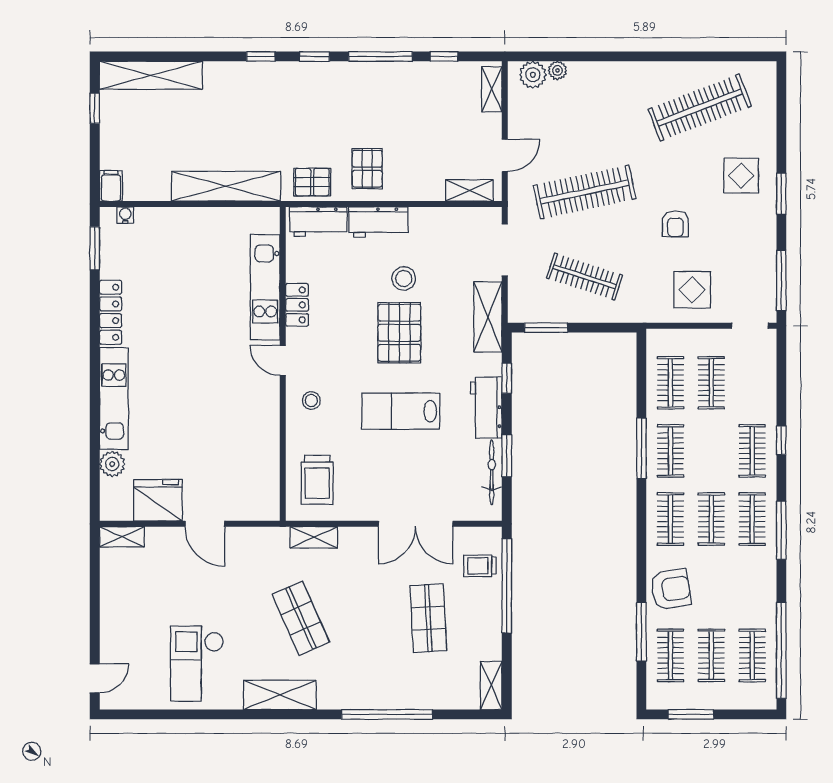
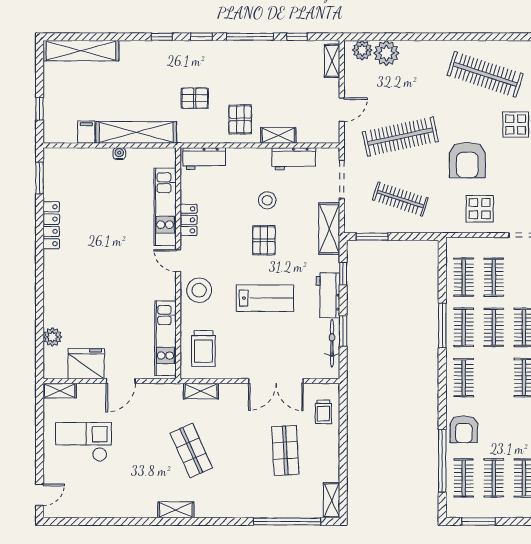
plant: (557, 70) -> (386, 53), width x1.88, depth x1.88
window: (95, 108) -> (40, 109), moved
clothes rail: (700, 108) -> (485, 74), turned 39
pallet: (312, 182) -> (195, 98), moved
filing cabinet: (111, 186) -> (86, 132), moved
shelving: (469, 190) -> (278, 135), moved
water cooler: (125, 215) -> (119, 154), moved
workbench: (378, 222) -> (294, 159), moved
armchair: (675, 224) -> (467, 160), width x1.88, depth x1.88
pallet: (399, 333) -> (264, 240), width x0.67, depth x0.71
kitchen unit: (114, 398) -> (165, 338), moved, turned 180
stool: (311, 401) -> (199, 290), width x1.89, depth x1.89
lab bench: (401, 411) -> (265, 298), turned 180
clothes rail: (711, 519) -> (494, 327), moved
door: (205, 524) -> (121, 381), hinge flipped
trolley: (480, 566) -> (323, 412), turned -90
window: (507, 586) -> (343, 427), removed
armchair: (671, 589) -> (464, 429), turned 99
window: (641, 632) -> (442, 461), width x1.46
checkout: (197, 664) -> (84, 442), moved, turned 90
shelving: (280, 695) -> (176, 510), width x0.67, depth x0.75
window: (387, 714) -> (287, 521), moved

